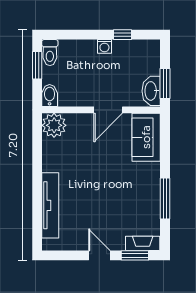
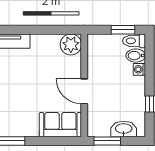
washing machine: (104, 46) -> (139, 69), moved
washbasin: (151, 91) -> (124, 129), moved
bidet: (50, 96) -> (136, 56), moved, turned 180

